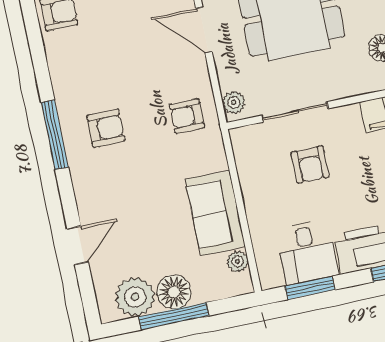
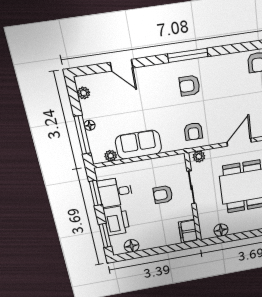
armchair: (187, 116) -> (193, 131), turned 180
armchair: (106, 128) -> (190, 86), turned 90
floor lamp: (174, 292) -> (90, 125), width x0.53, depth x0.53
plant: (135, 297) -> (84, 93), width x0.53, depth x0.53
window: (174, 316) -> (82, 135), moved

